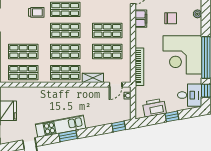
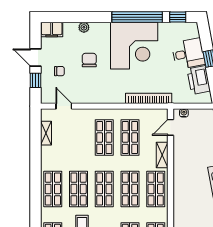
filing cabinet: (141, 19) -> (90, 97), removed
door: (116, 85) -> (170, 127), swing flipped
desk: (190, 95) -> (188, 54), moved, turned 79

